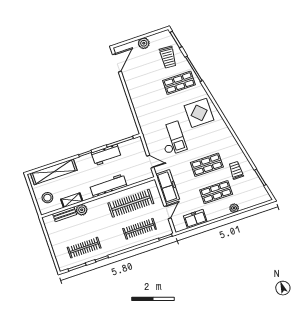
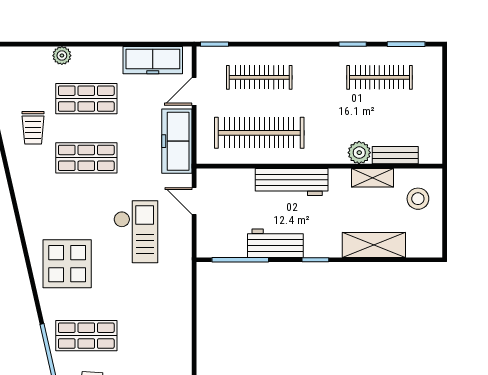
checkout: (172, 138) -> (136, 232), turned 180
shelving: (54, 172) -> (374, 245), width x0.68
freezer: (195, 219) -> (153, 60), width x1.40

